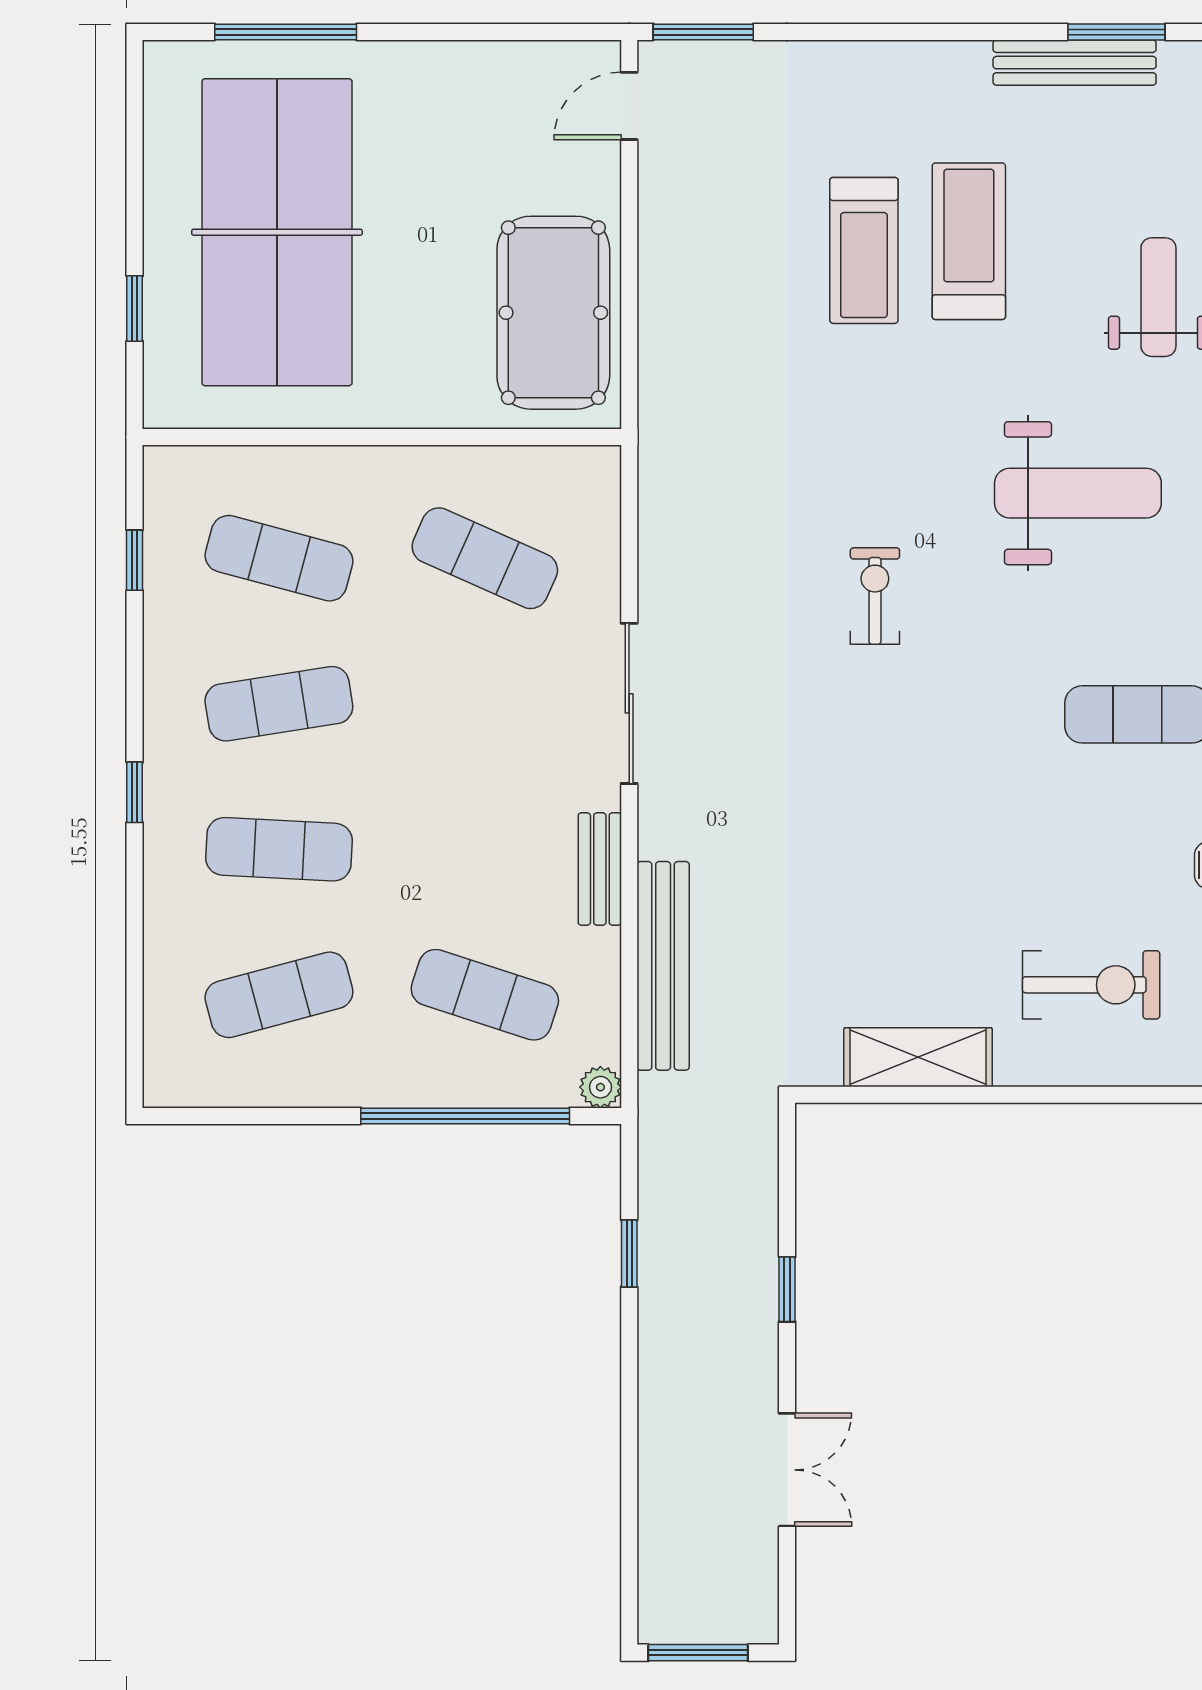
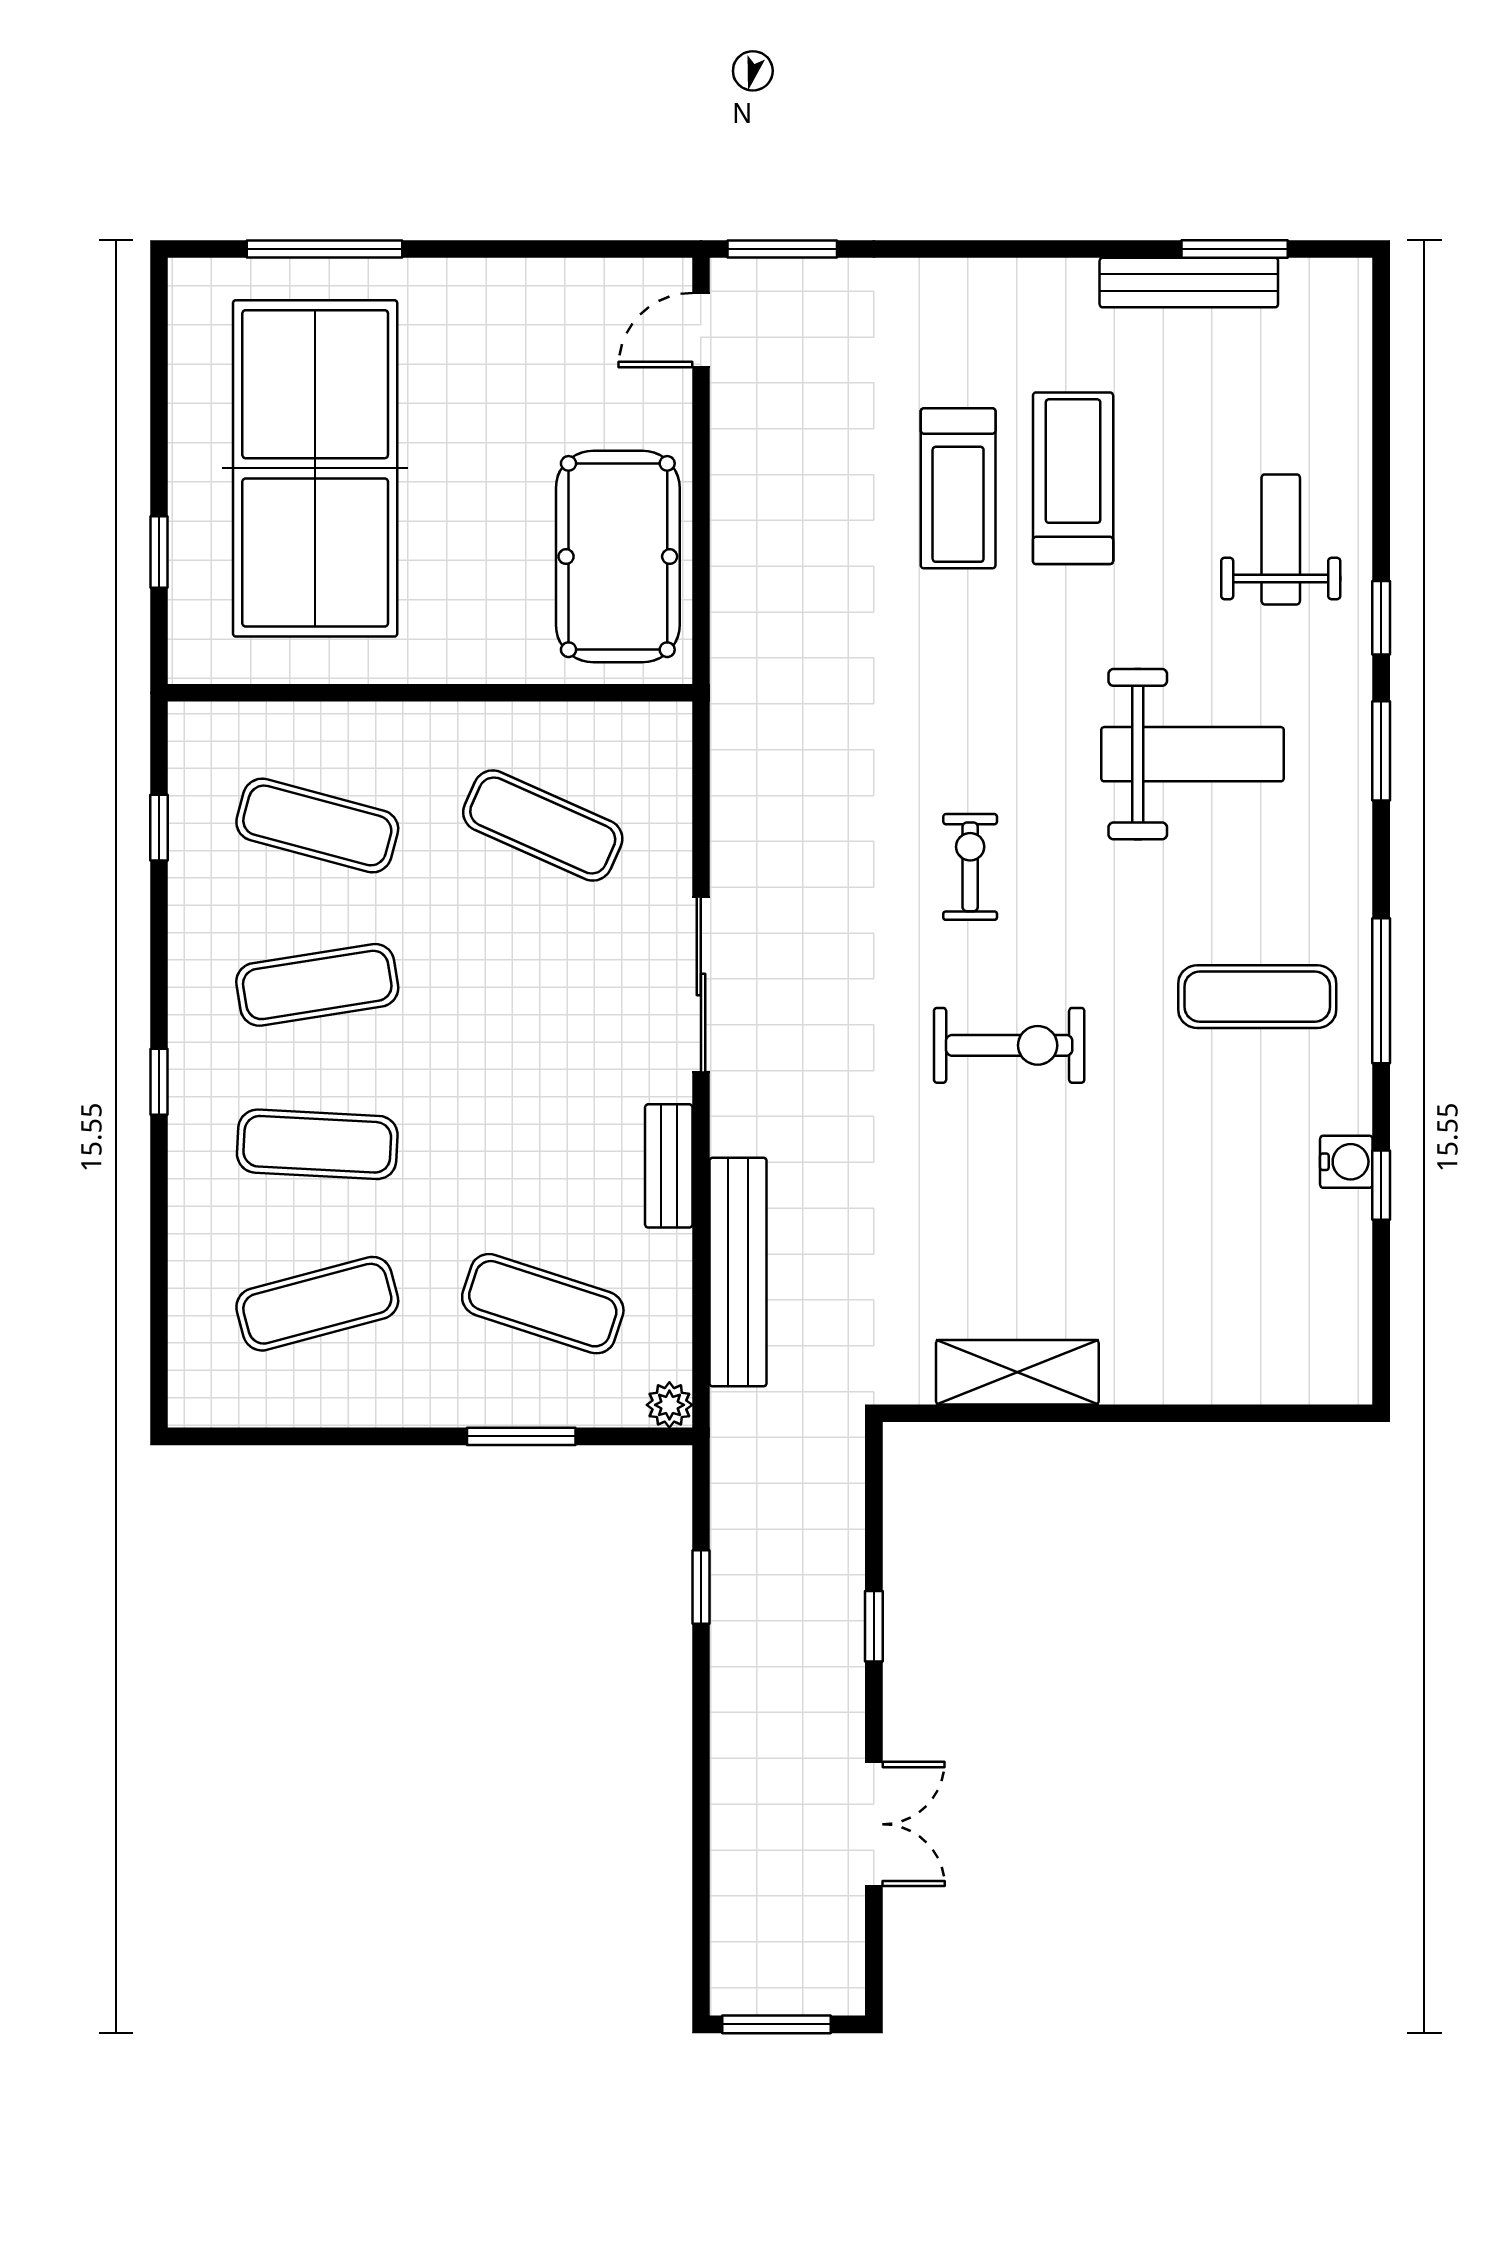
exercise bike: (1091, 985) -> (1009, 1045), moved
window: (465, 1116) -> (521, 1436), width x0.47

